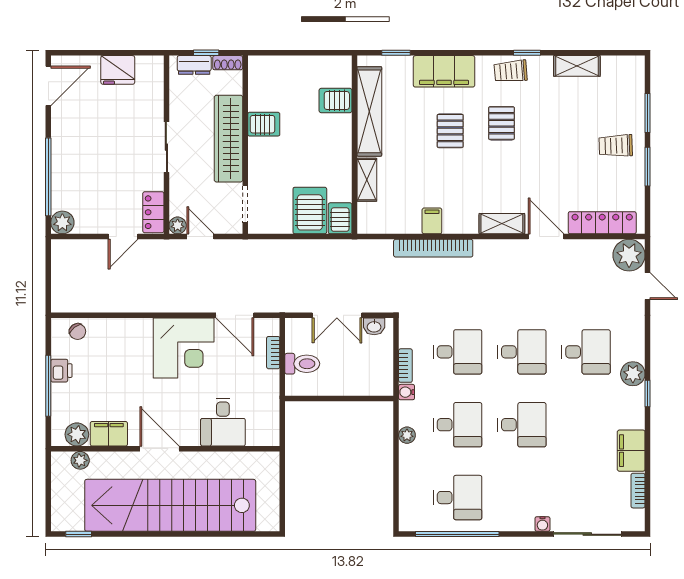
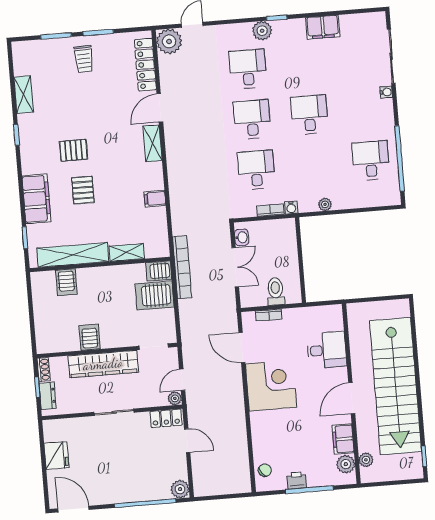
trolley: (511, 71) -> (32, 146), removed
pallet: (450, 131) -> (83, 190), turned 90
bookcase: (433, 248) -> (182, 267), moved
door: (235, 315) -> (242, 348), swing flipped
desk: (458, 425) -> (313, 165), removed
bookcase: (638, 491) -> (354, 19), removed

